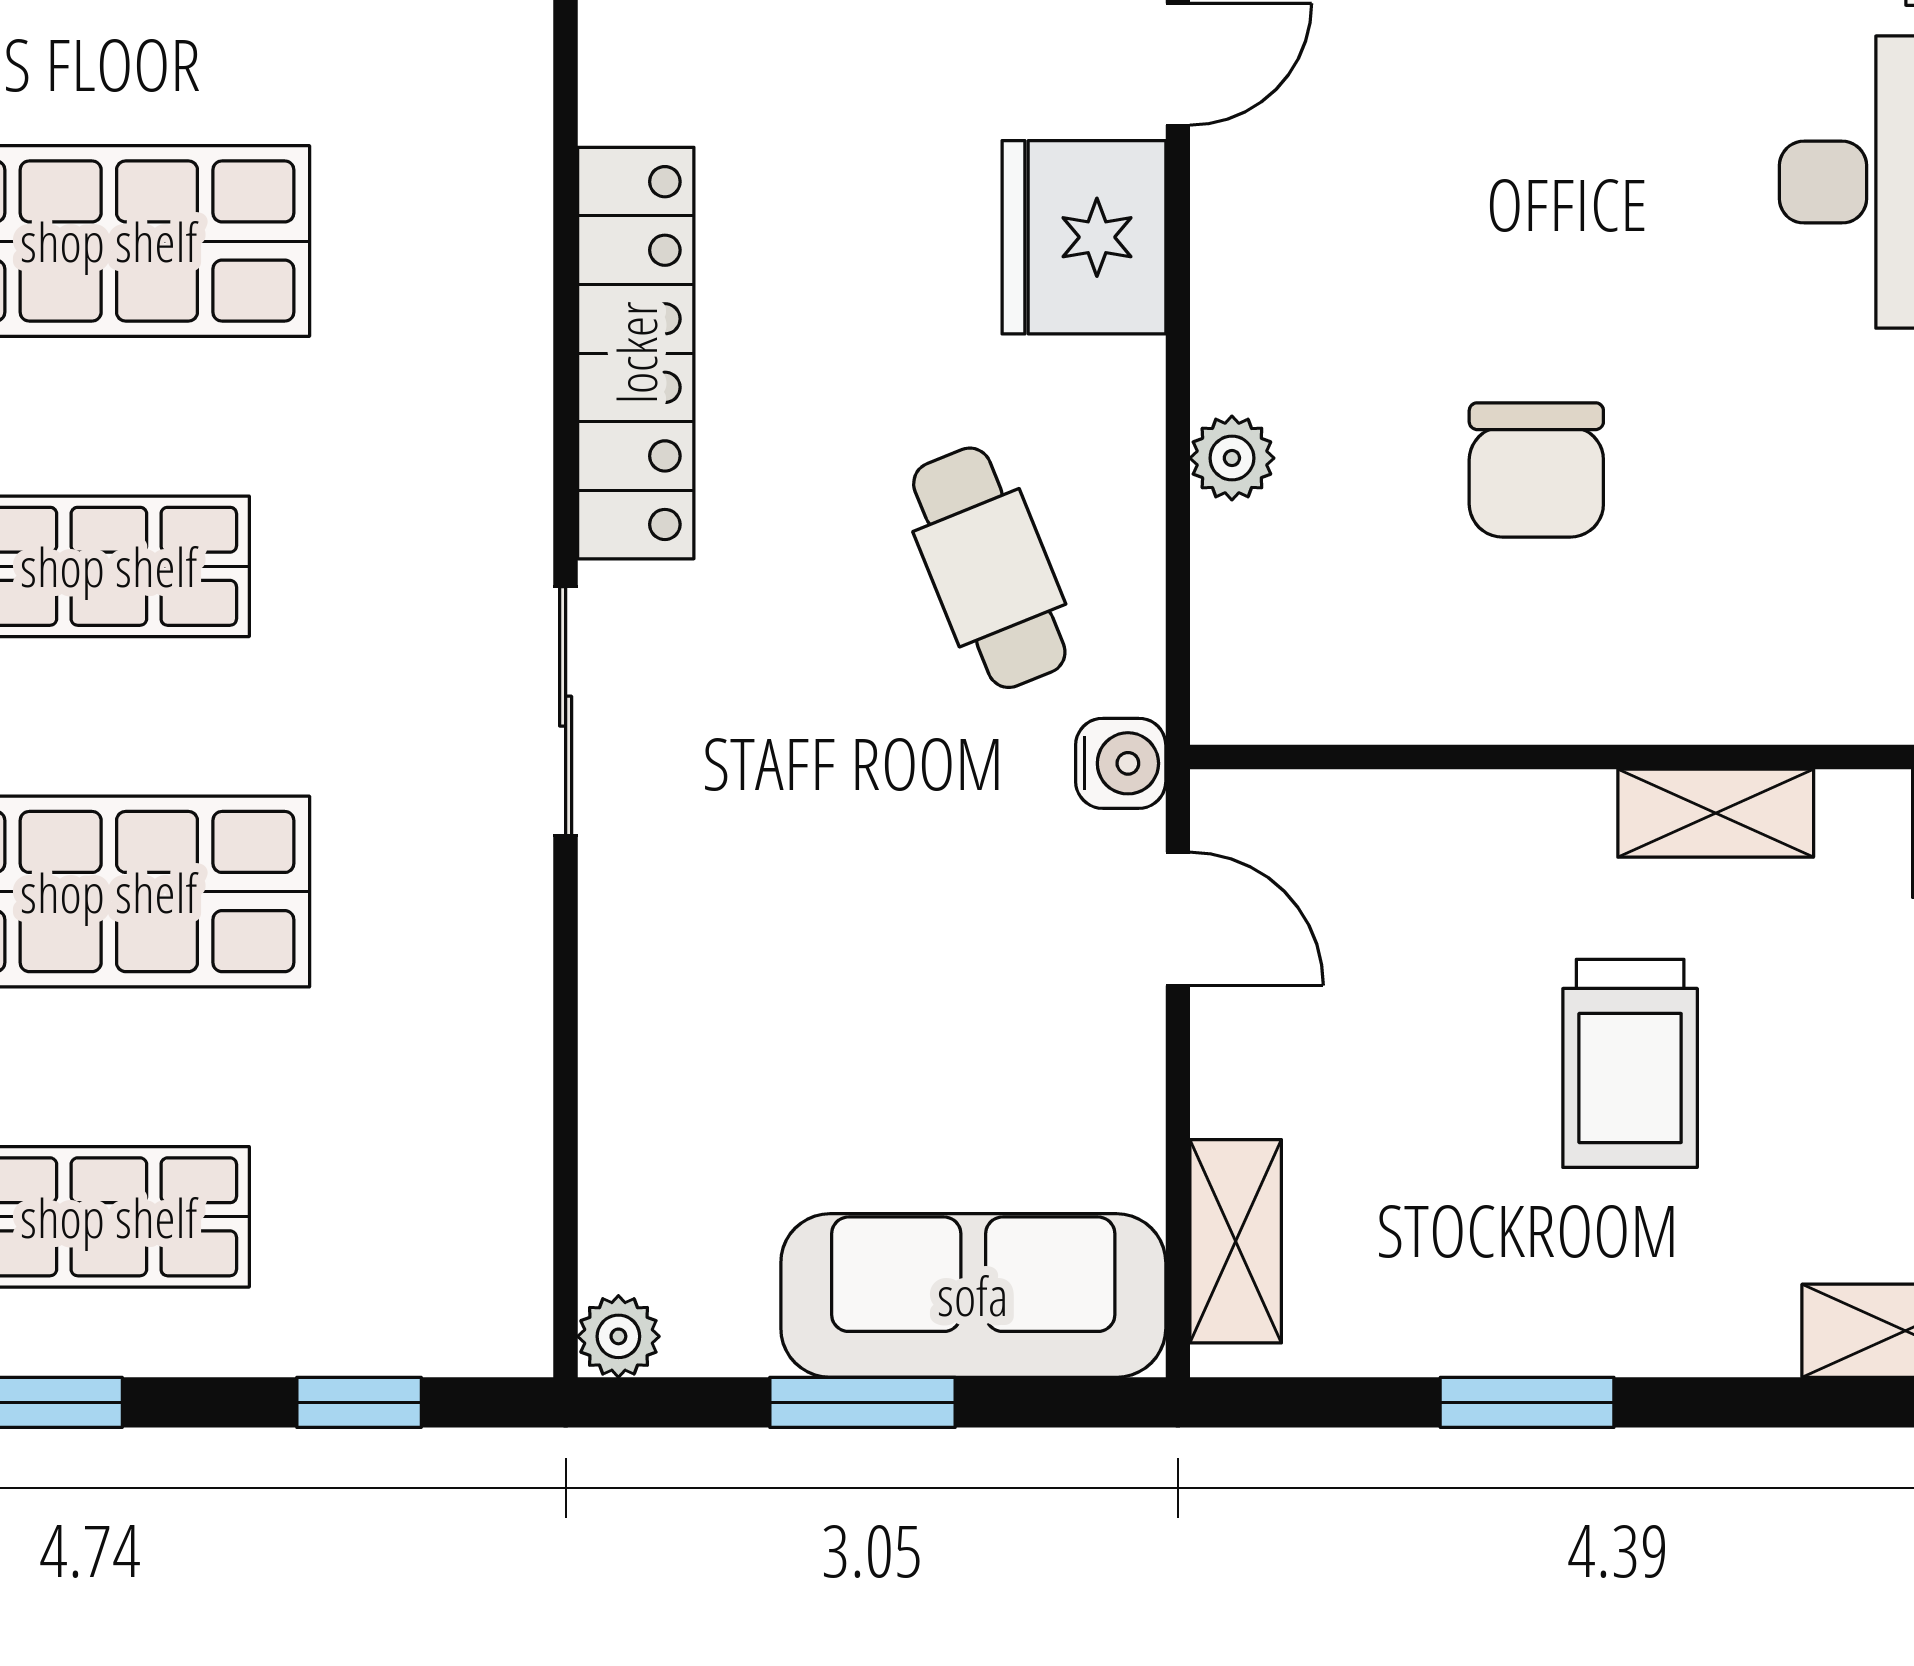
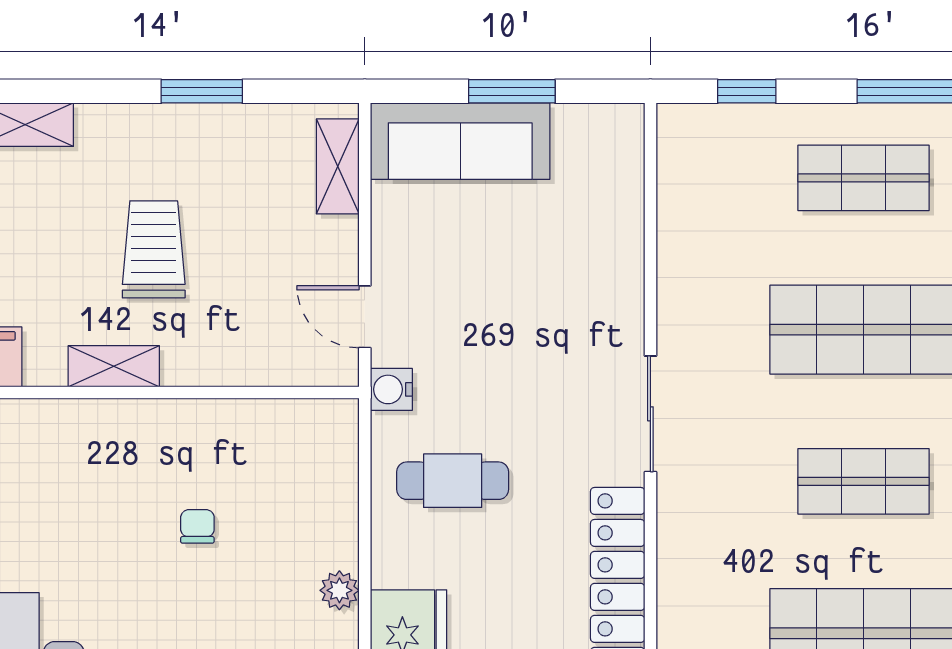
plant: (1232, 458) -> (339, 590), moved
chair: (1536, 470) -> (197, 526), width x0.54, depth x0.54
cafe table: (989, 568) -> (453, 481), turned -68
plant: (618, 1336) -> (626, 122), removed

